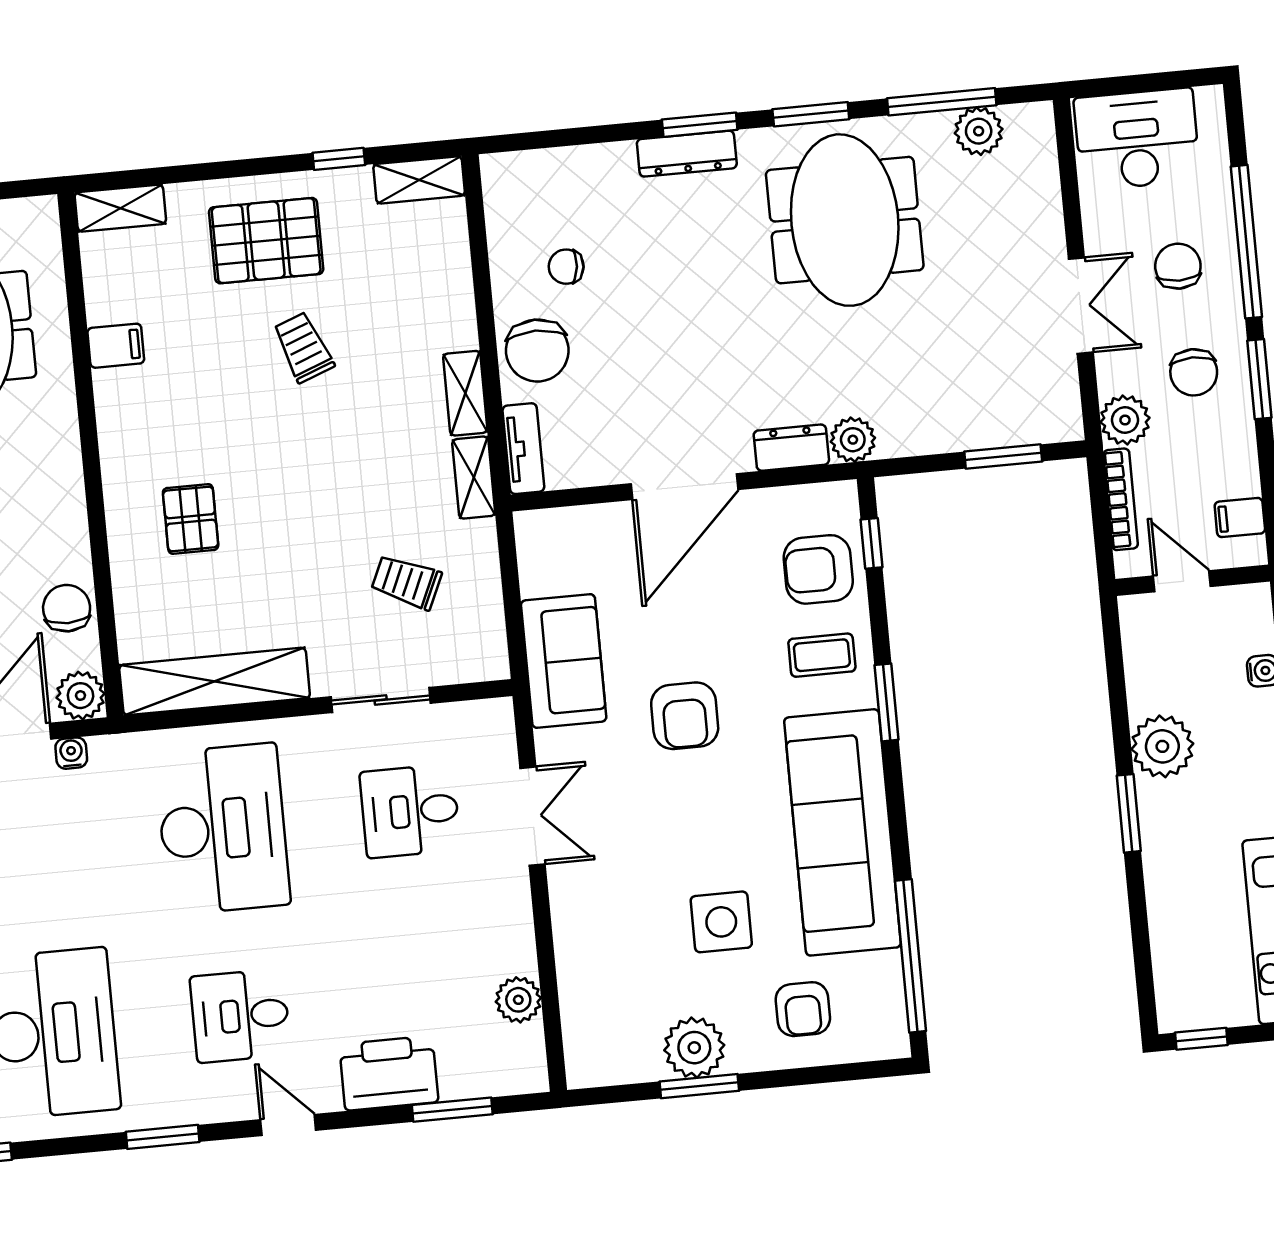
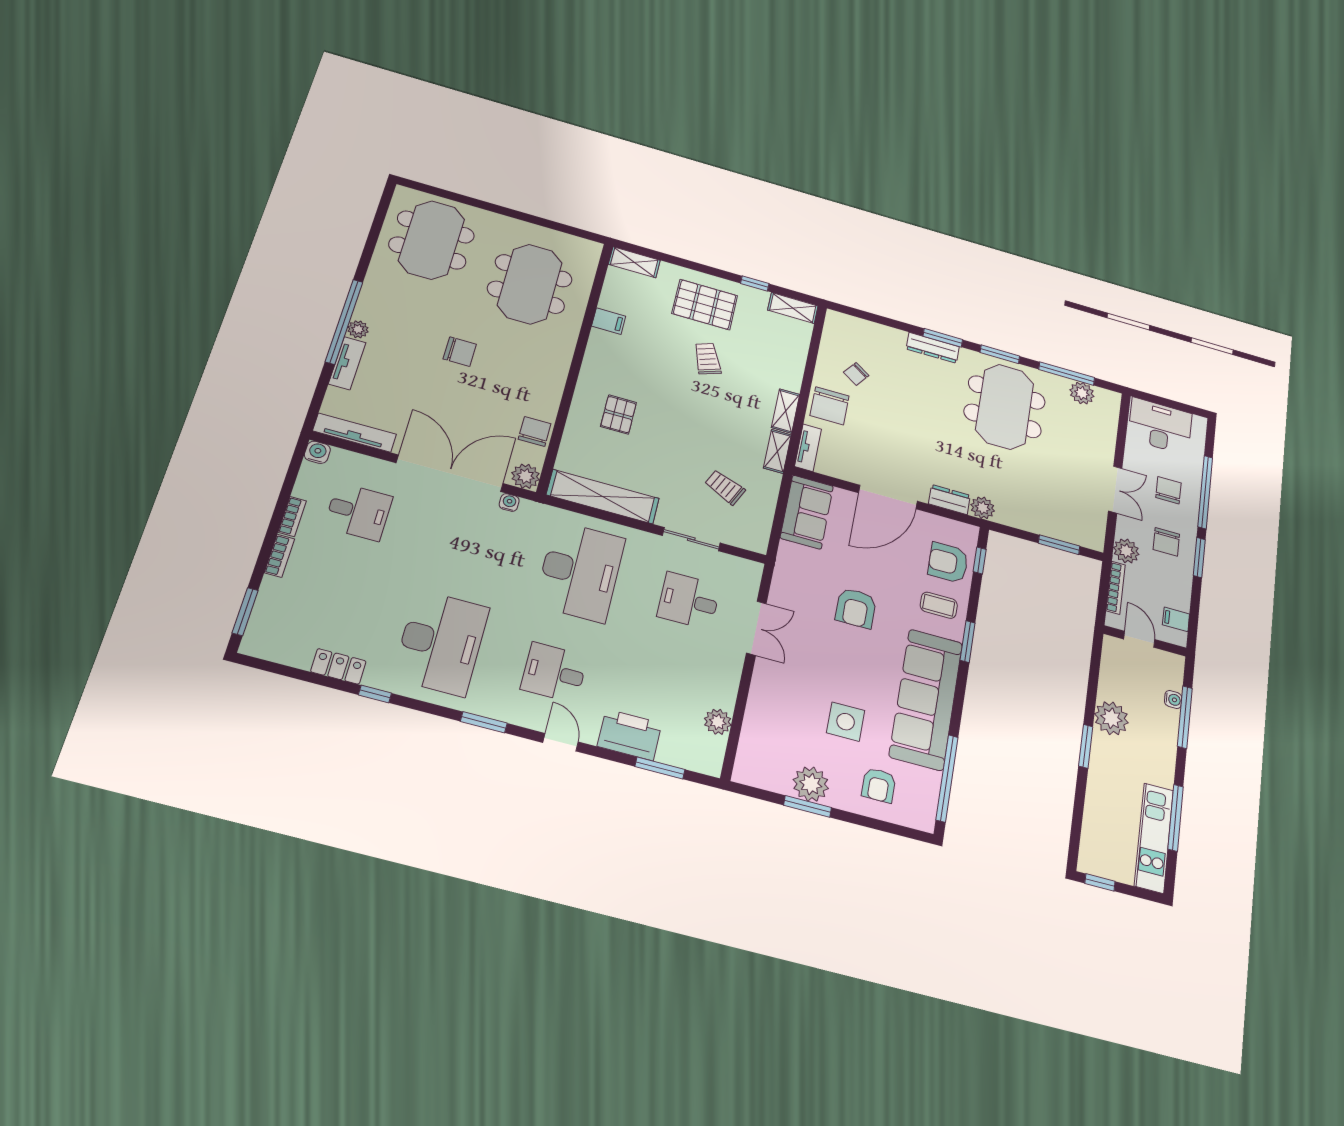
chair: (566, 267) -> (856, 374), turned -61
sofa: (564, 661) -> (807, 512), moved

